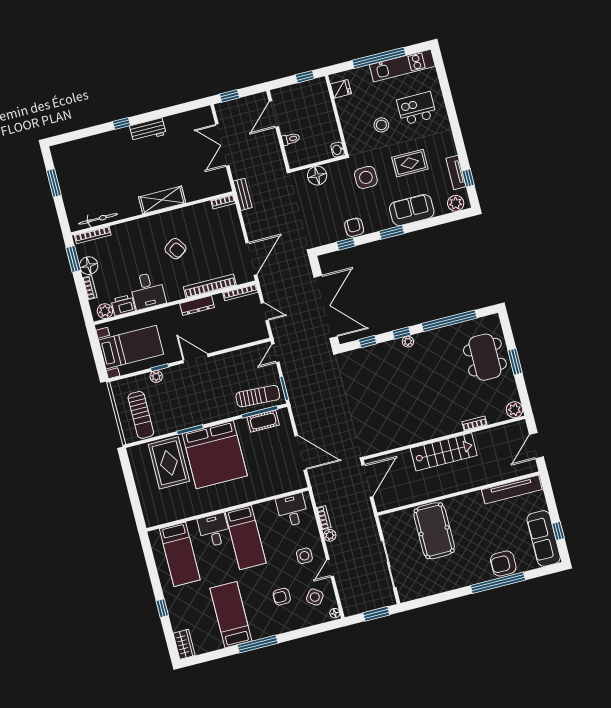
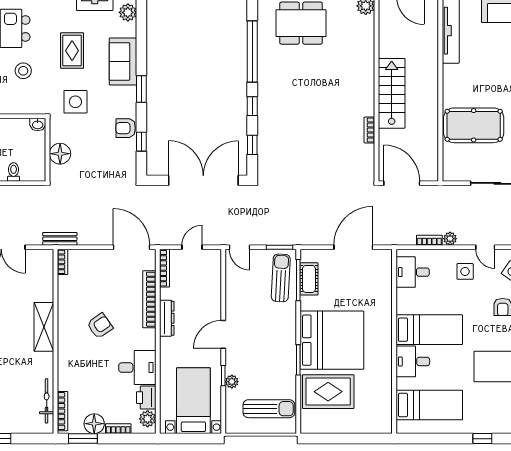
plant: (408, 342) -> (263, 102), removed
bookcase: (475, 423) -> (369, 130), moved

